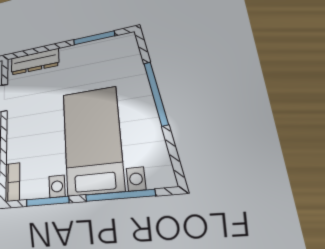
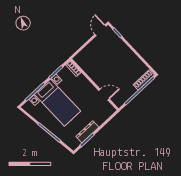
dresser: (35, 62) -> (87, 132), moved

